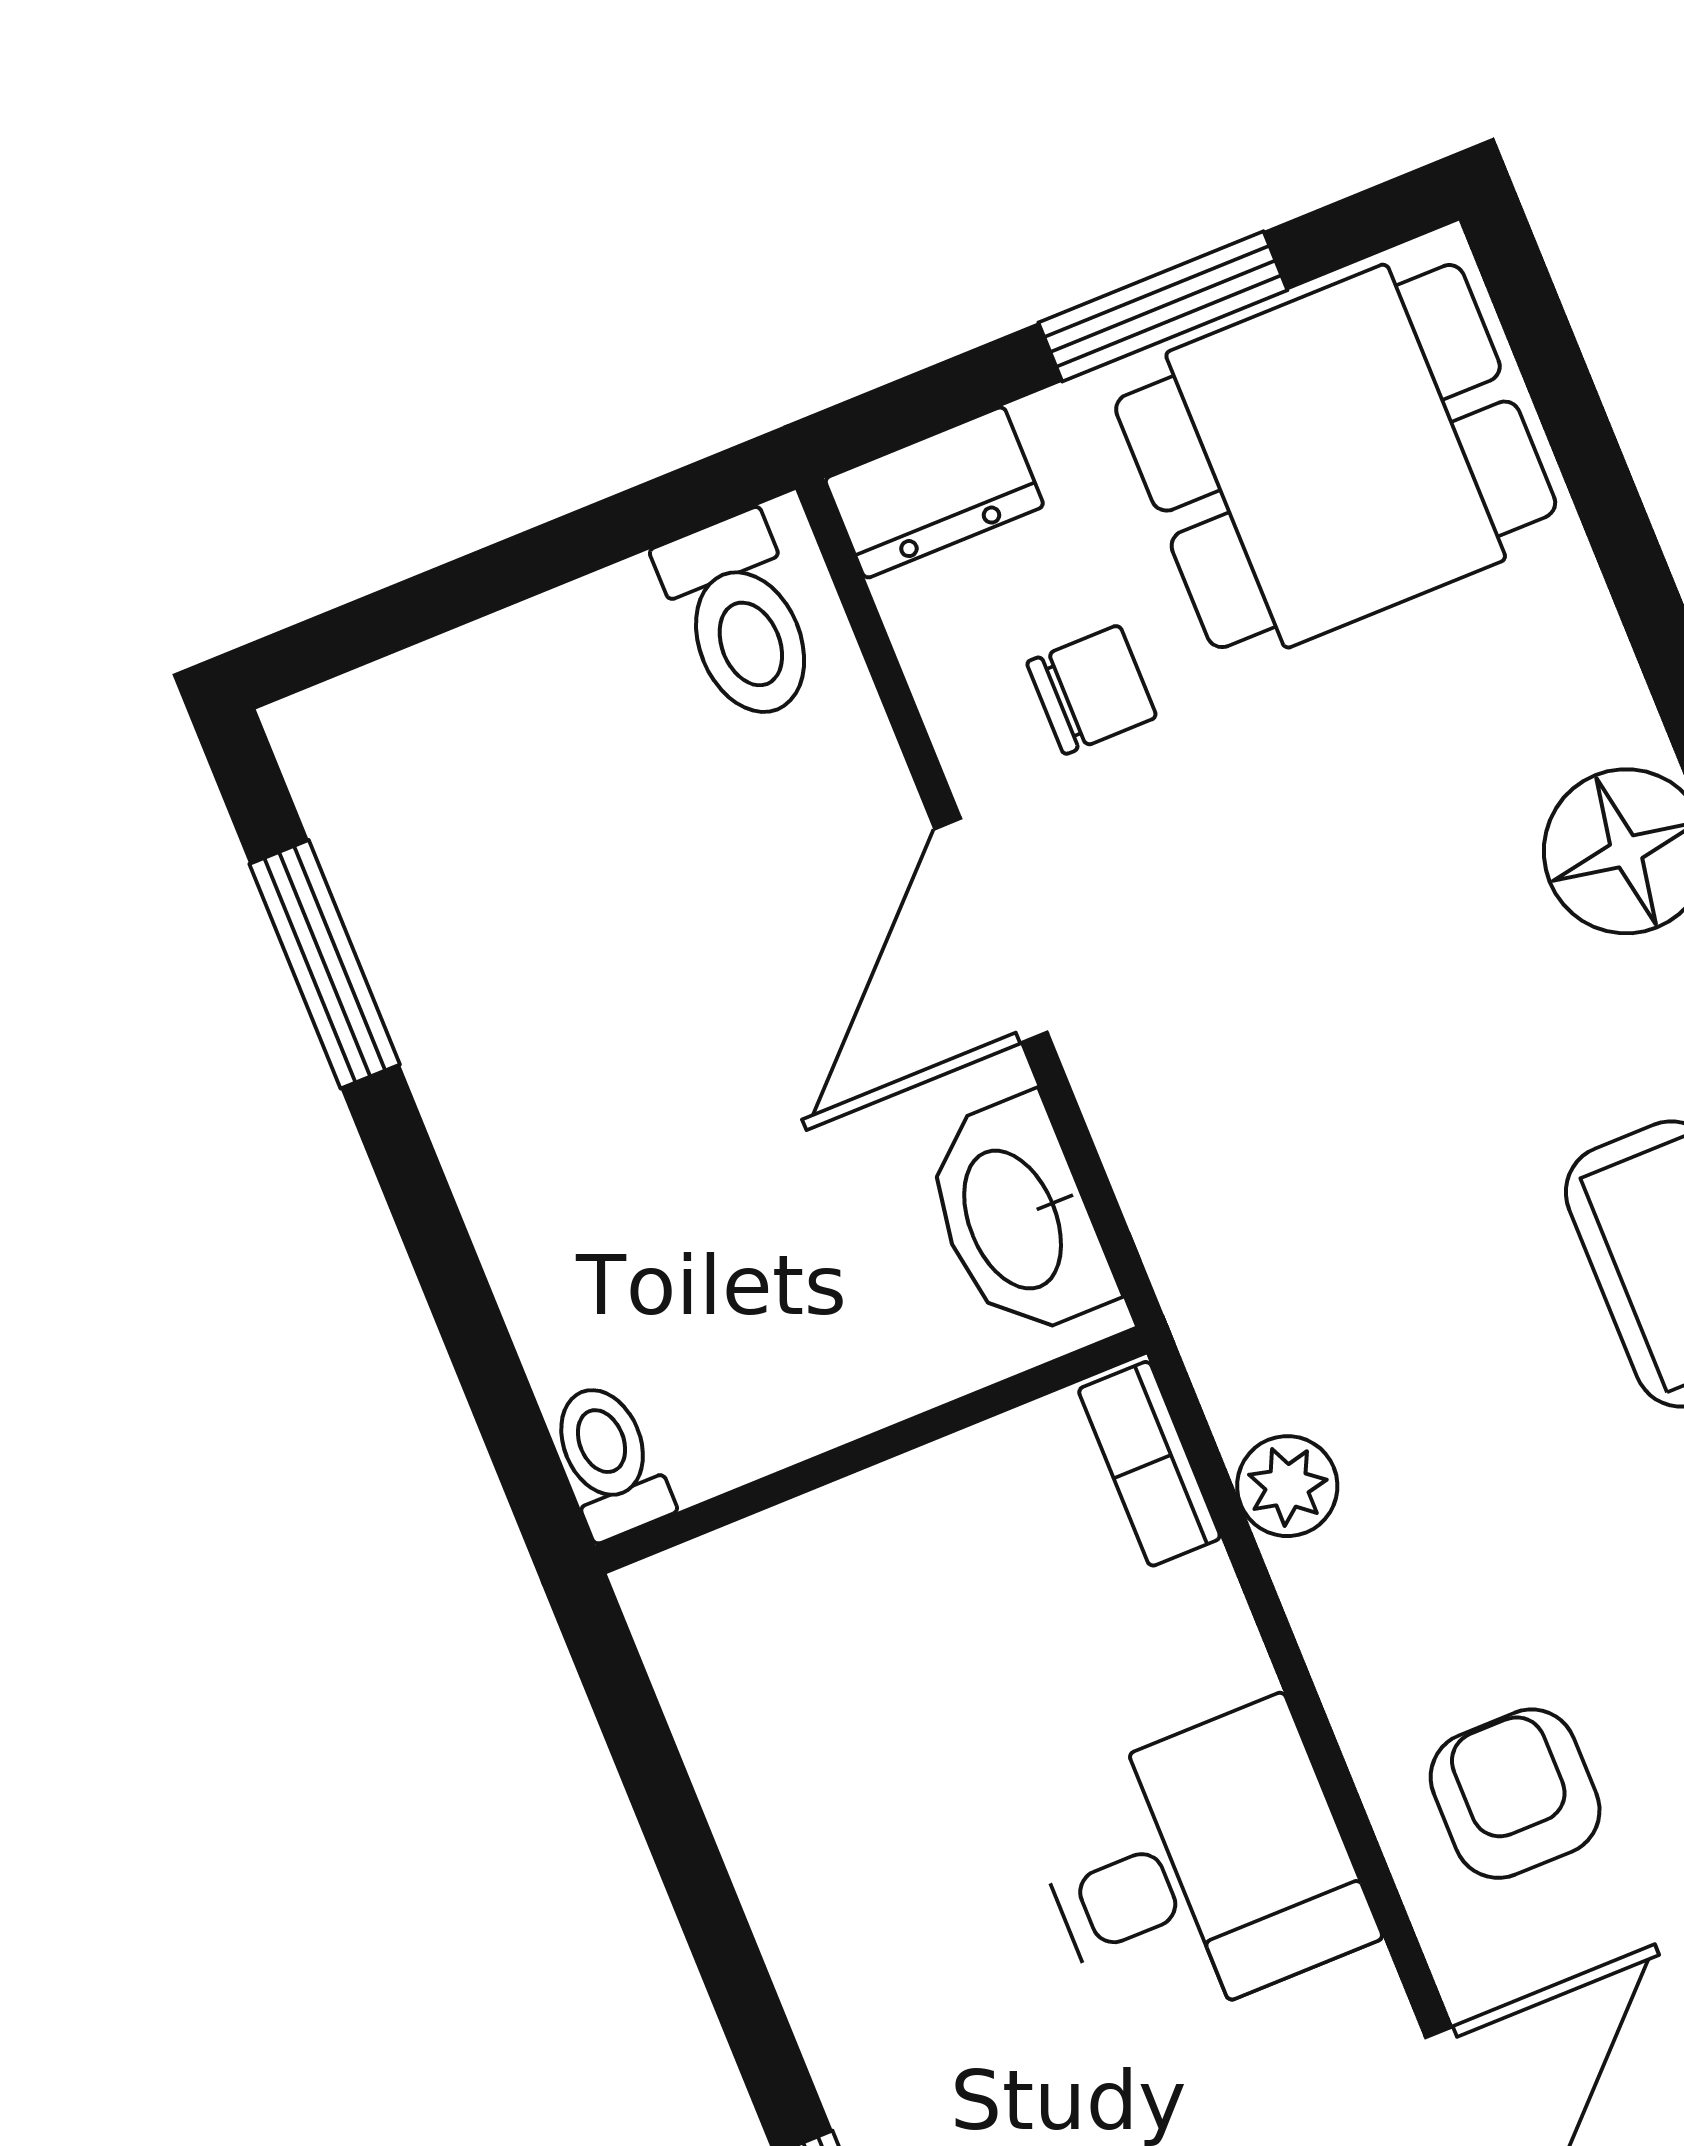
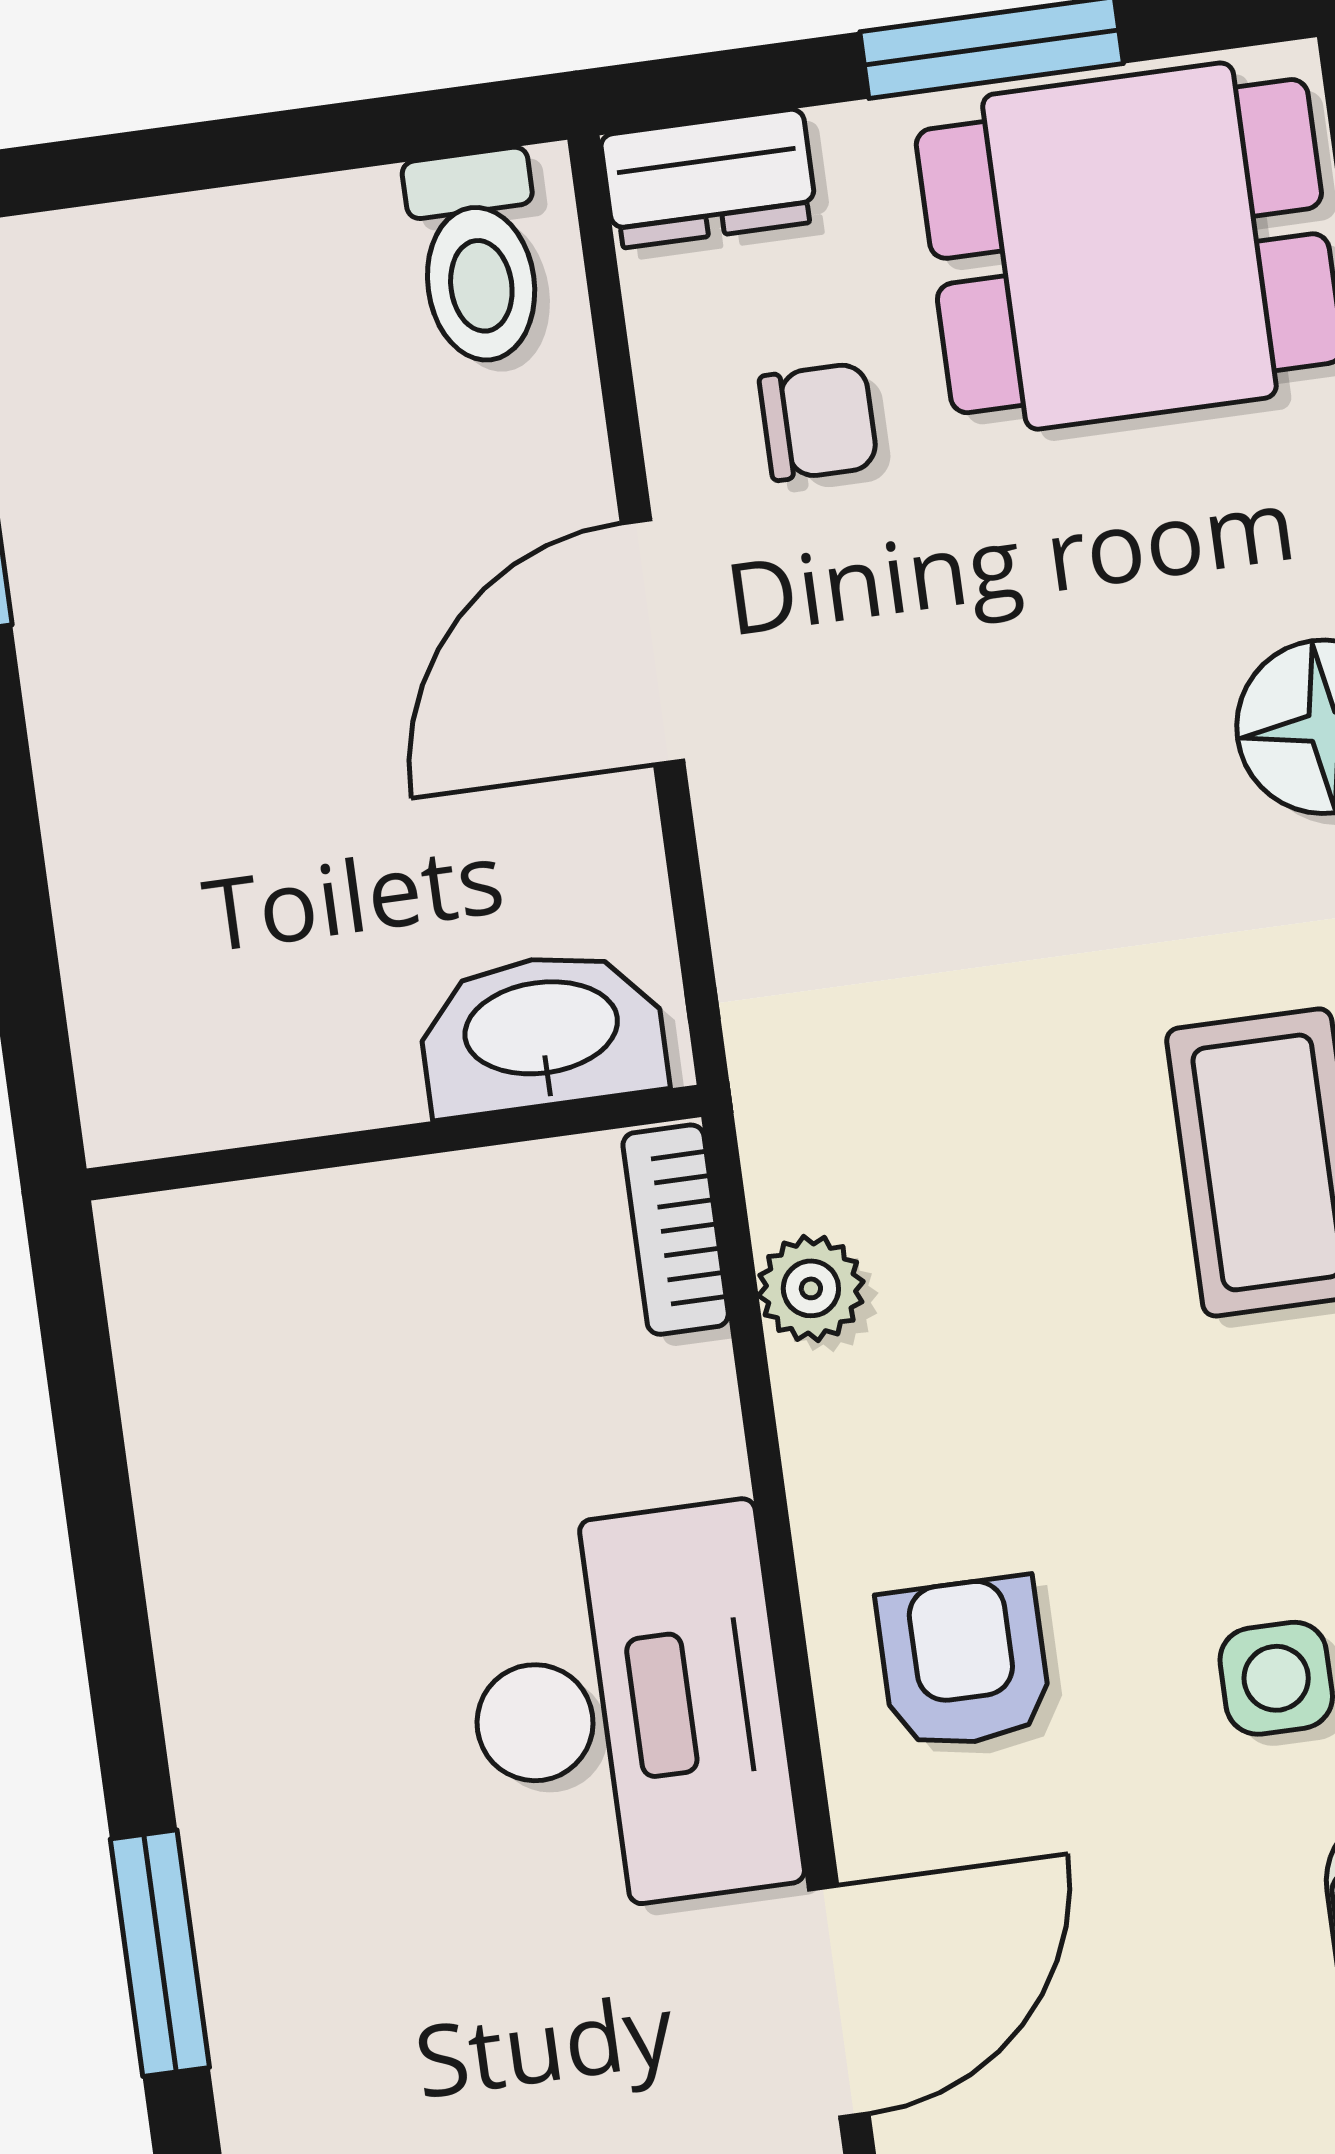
washbasin: (1016, 1218) -> (542, 1032), moved, turned 90
toilet: (609, 1460) -> (123, 1085), removed
desk: (1200, 1869) -> (629, 1710), width x1.37

